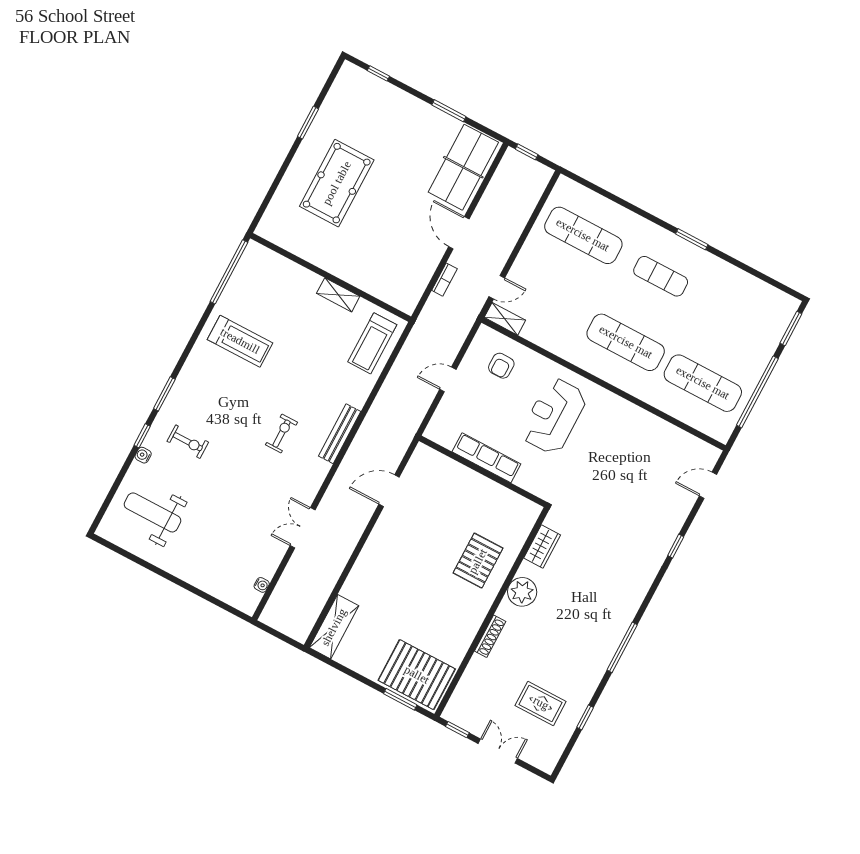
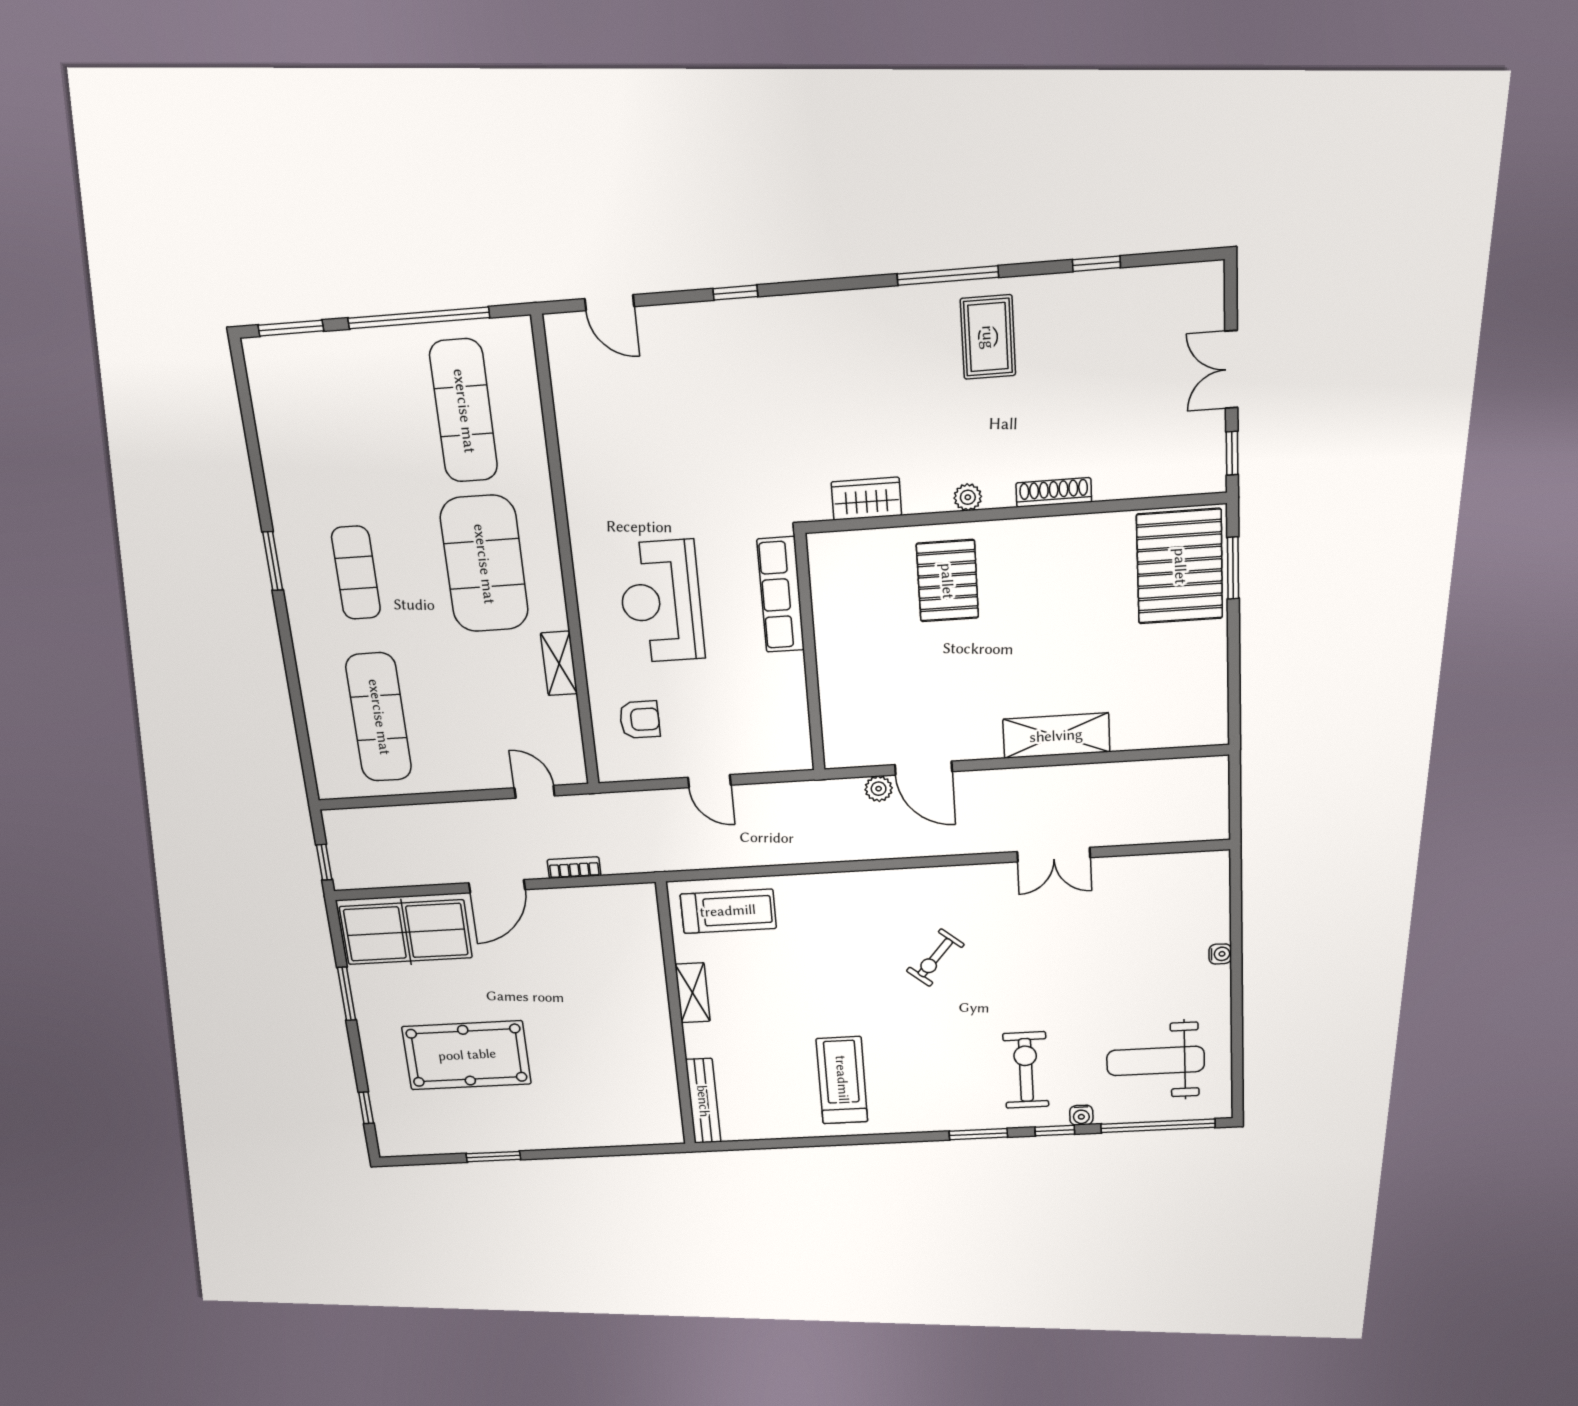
pool table: (337, 183) -> (467, 1055), moved
window: (229, 272) -> (1158, 1126), moved
shelving: (505, 319) -> (559, 663), moved
exercise mat: (626, 342) -> (484, 564), width x1.47
reception desk: (554, 416) -> (661, 601), turned 90
exercise bike: (282, 434) -> (935, 958), turned -50
bench: (340, 434) -> (703, 1101), moved, turned 90
exercise bike: (188, 442) -> (1026, 1070), width x1.38, depth x1.39
row of seats: (486, 458) -> (781, 595), moved
plant: (392, 462) -> (879, 789), added
weight bench: (153, 512) -> (1156, 1061), turned 90
pallet: (478, 561) -> (947, 581), turned 90
water cooler: (262, 585) -> (1220, 954), moved, turned 90
plant: (522, 592) -> (968, 497), width x0.53, depth x0.53
shelving: (334, 627) -> (1056, 736), moved
rug: (541, 703) -> (988, 337), moved

